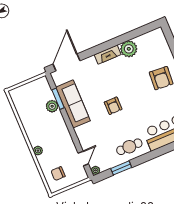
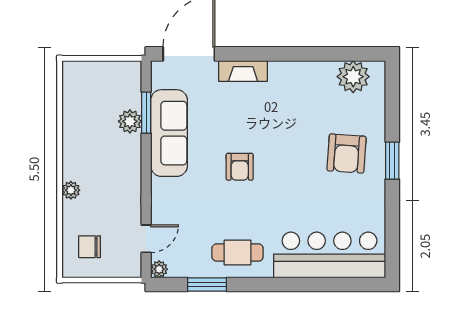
plant: (129, 49) -> (353, 77), moved
fireplace: (108, 55) -> (243, 71), moved

